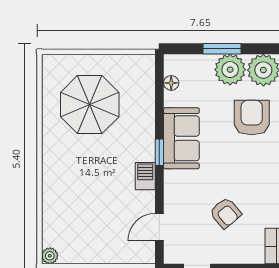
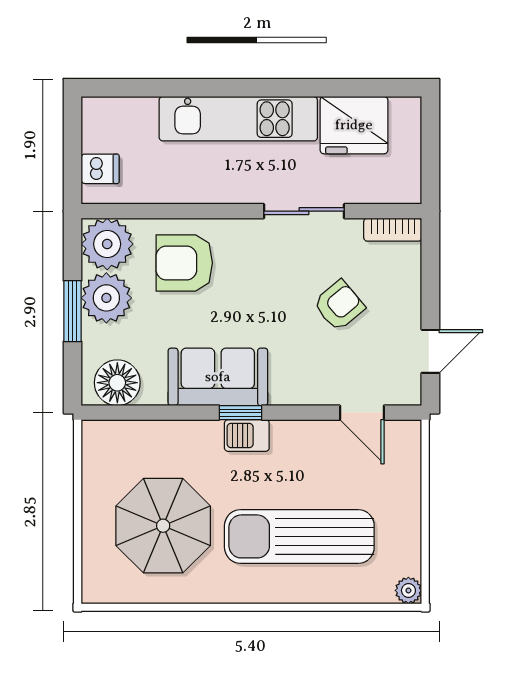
floor lamp: (171, 83) -> (117, 383), width x1.89, depth x1.89
barbecue: (145, 176) -> (247, 435), moved
sun lounger: (83, 189) -> (299, 536), added

